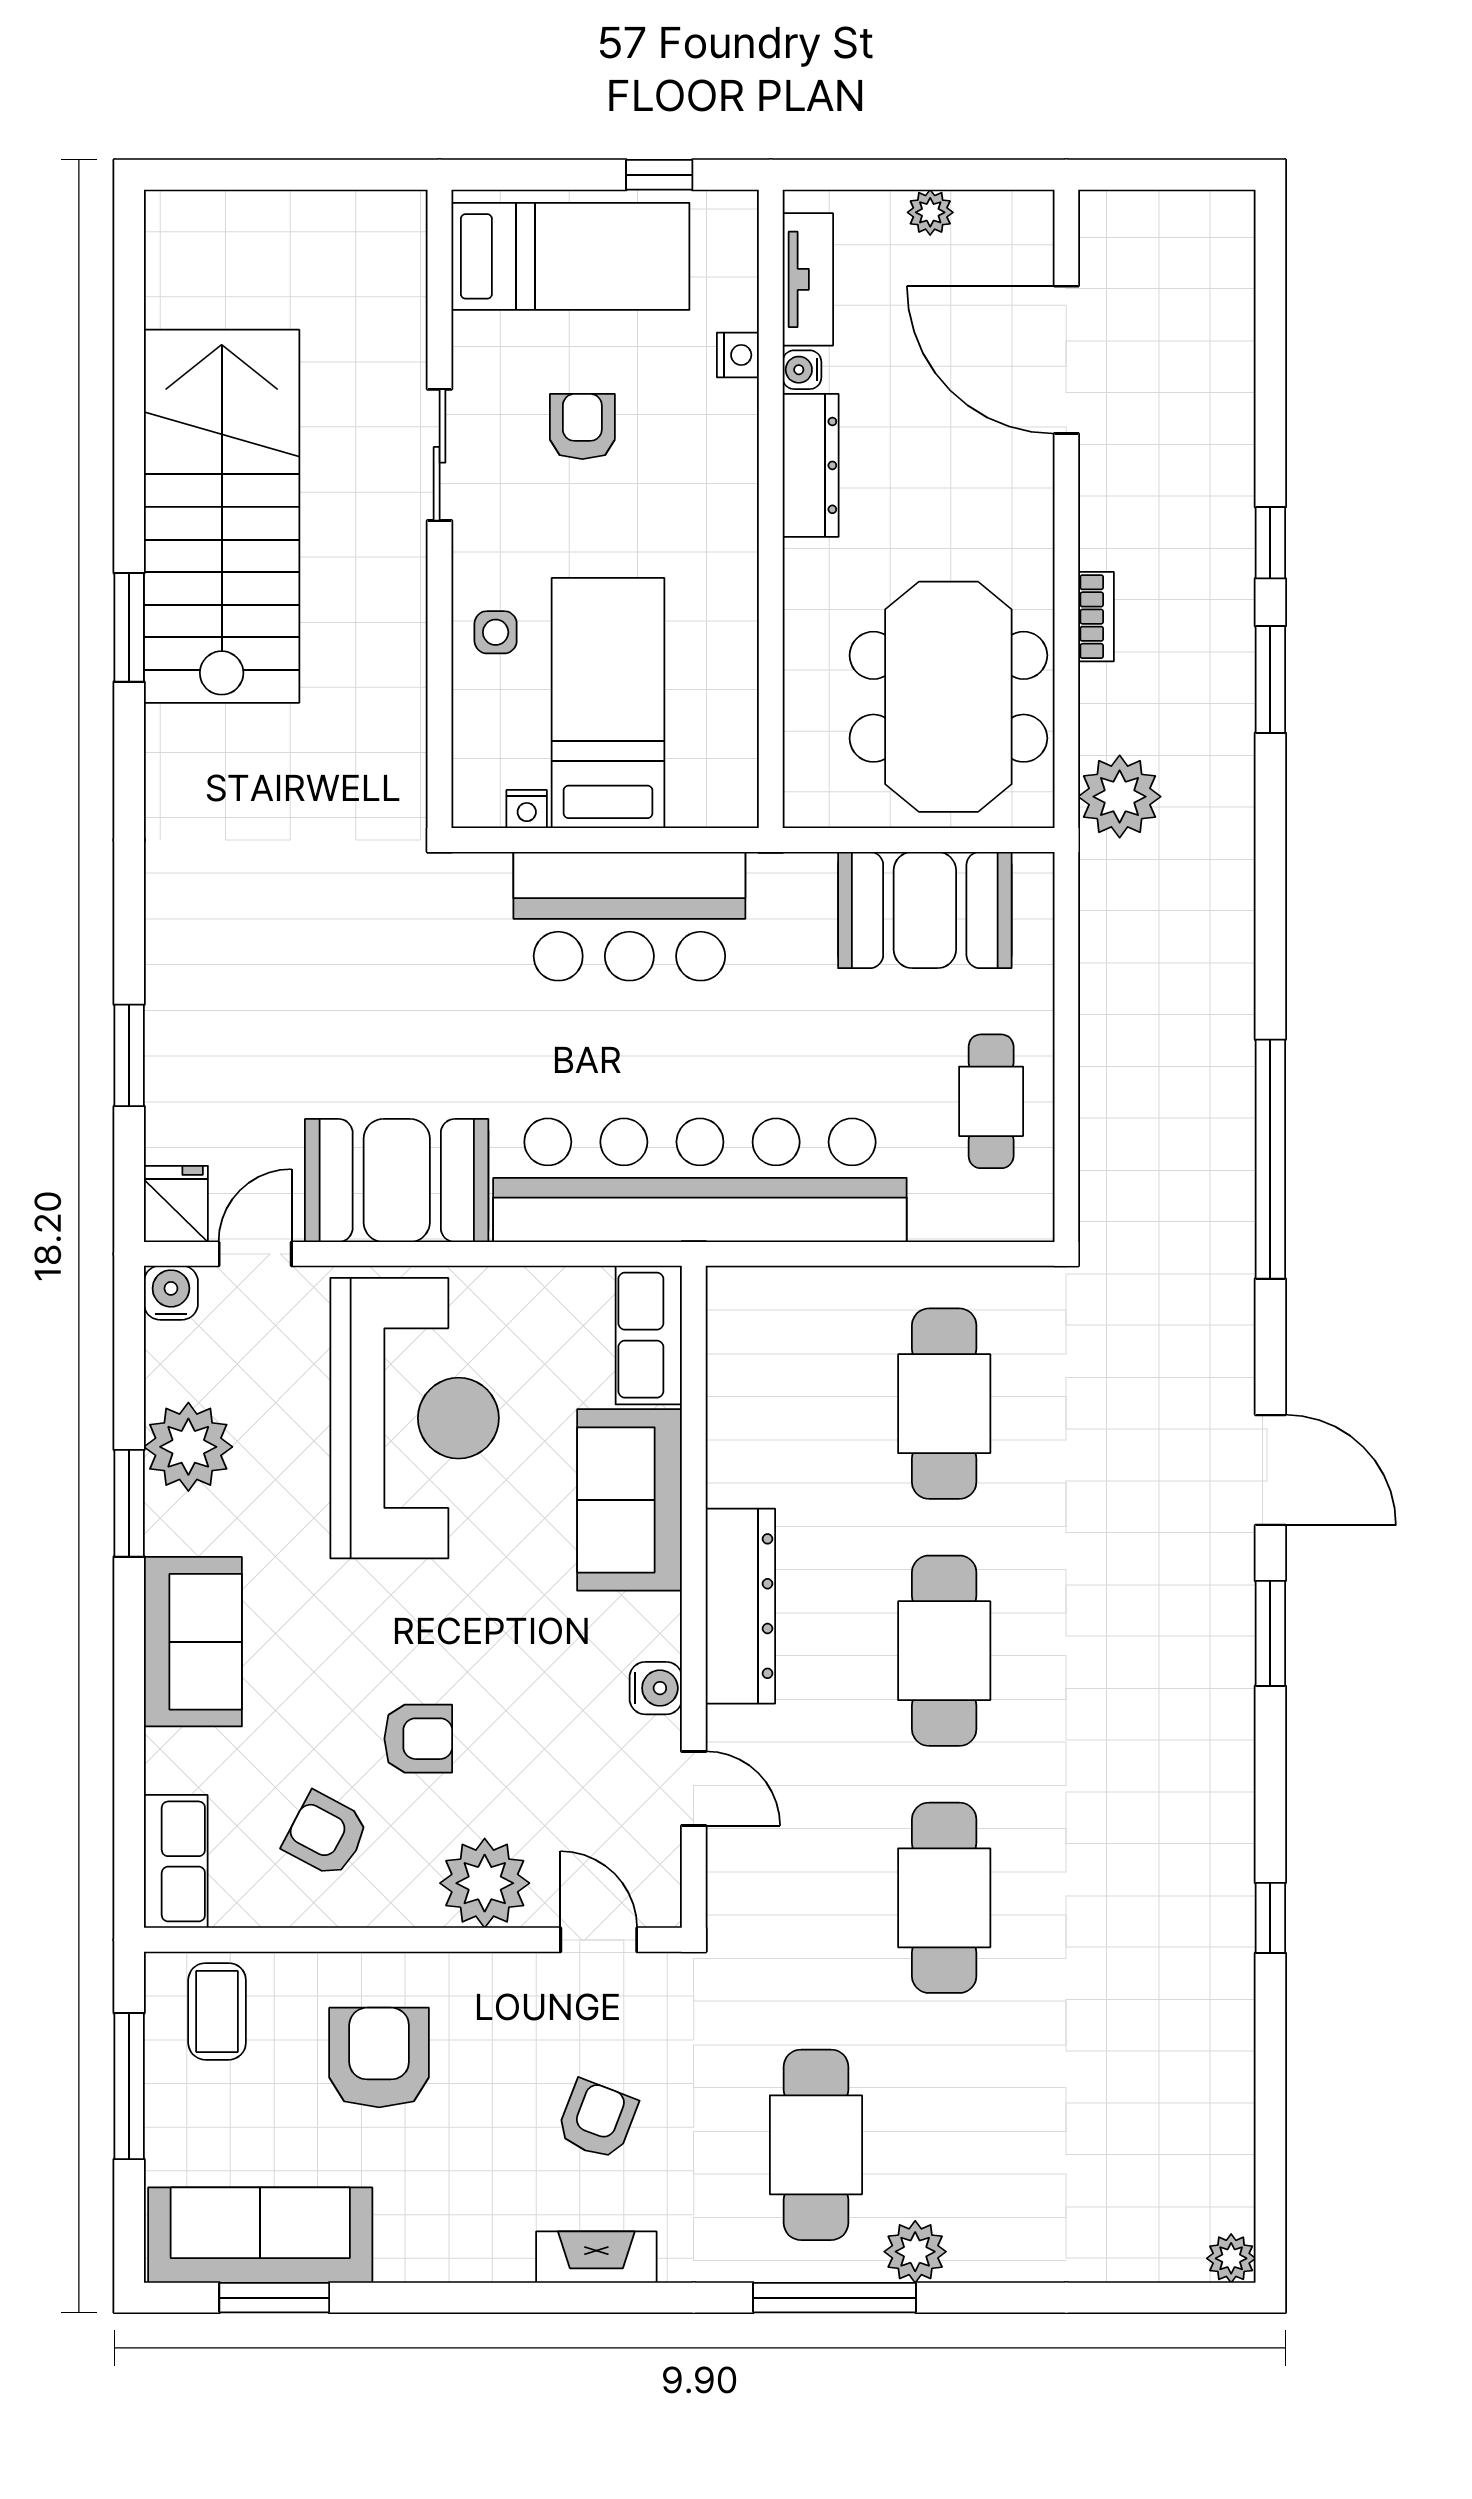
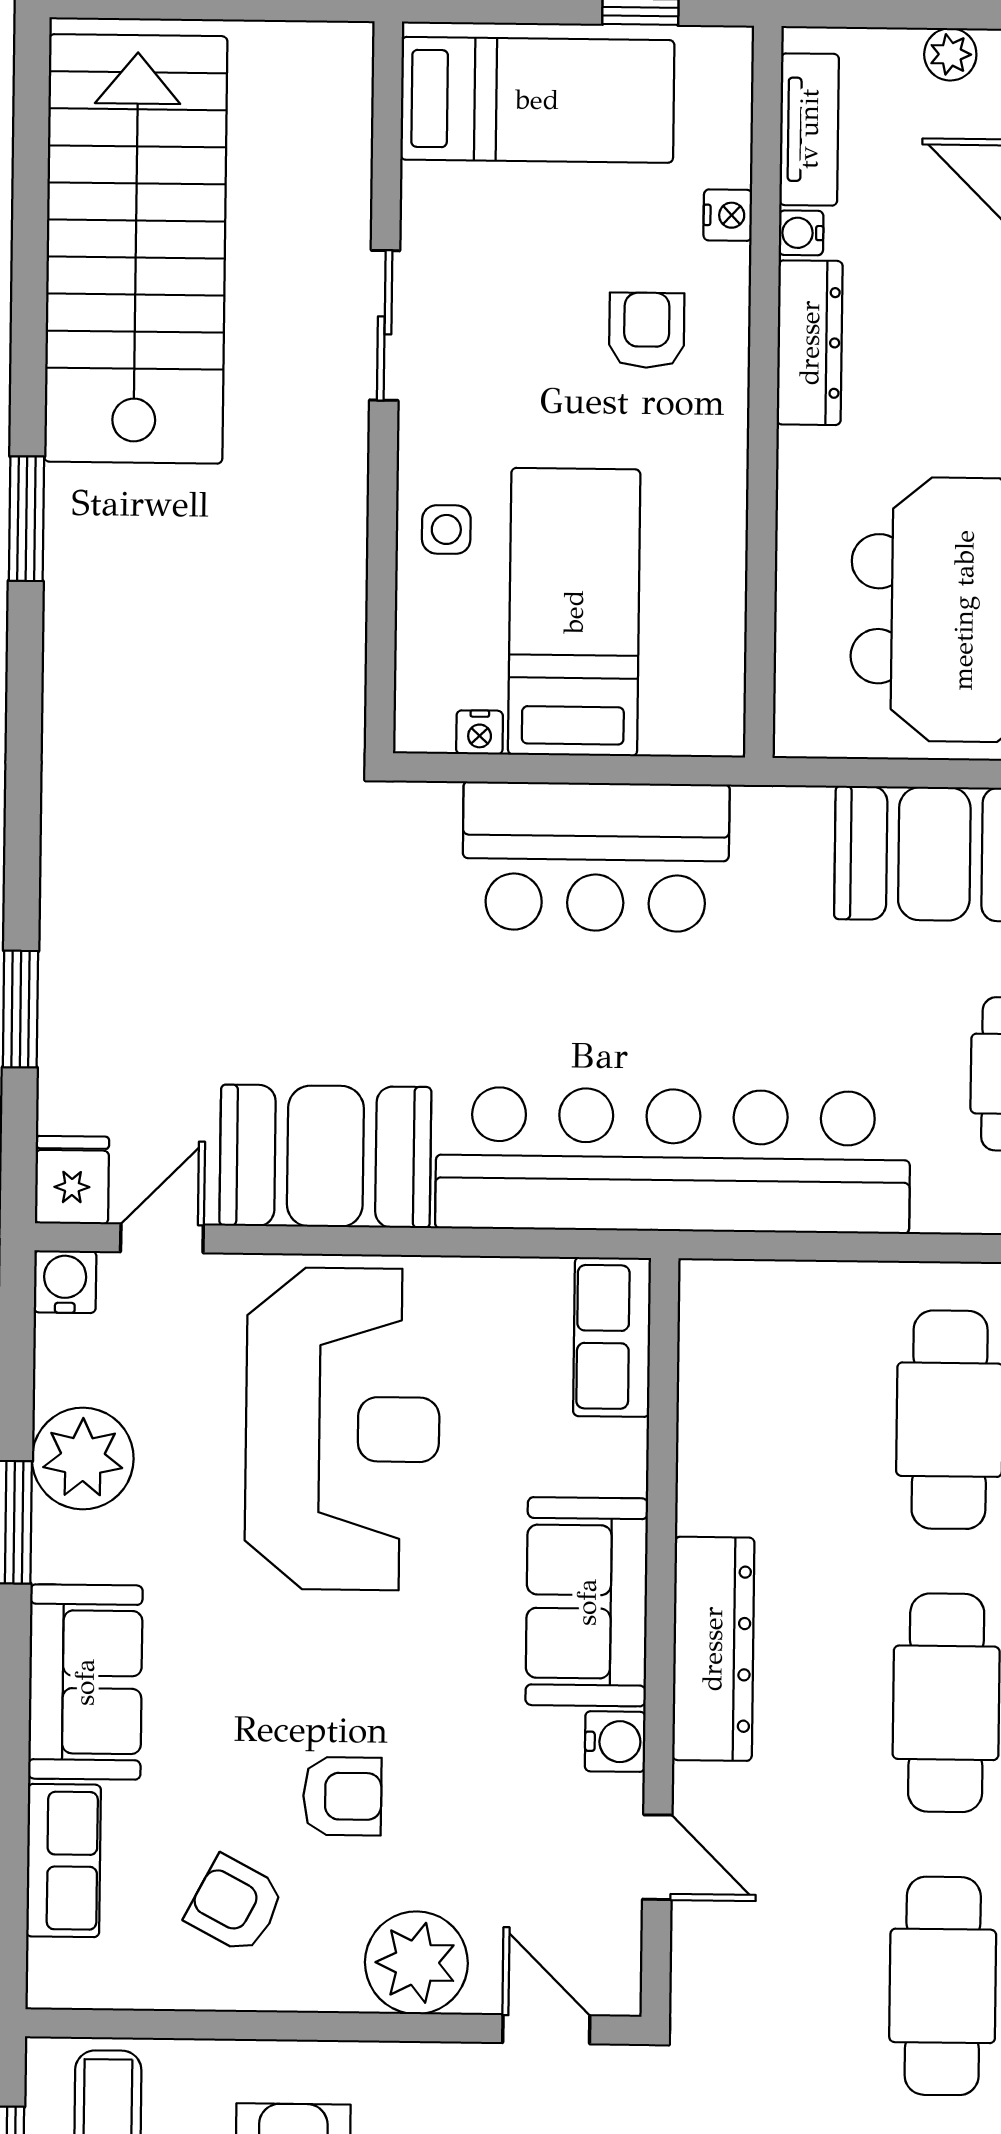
armchair: (582, 427) -> (647, 330), moved
stairs: (222, 516) -> (136, 249), moved
sofa: (630, 1500) -> (587, 1602), moved
row of seats: (176, 1861) -> (63, 1861), moved

